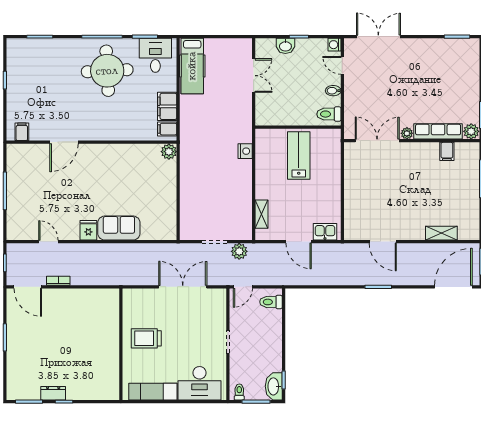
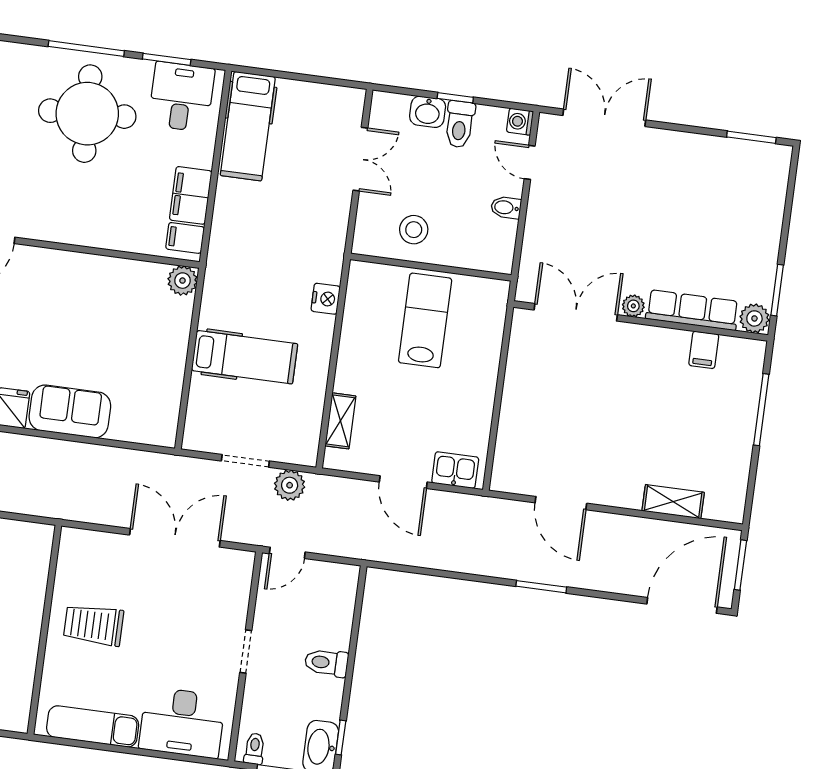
stool: (286, 109) -> (414, 230), added
toilet: (329, 114) -> (460, 124), moved, turned -90
hospital bed: (207, 187) -> (245, 357), added
toilet: (271, 302) -> (326, 663), moved

